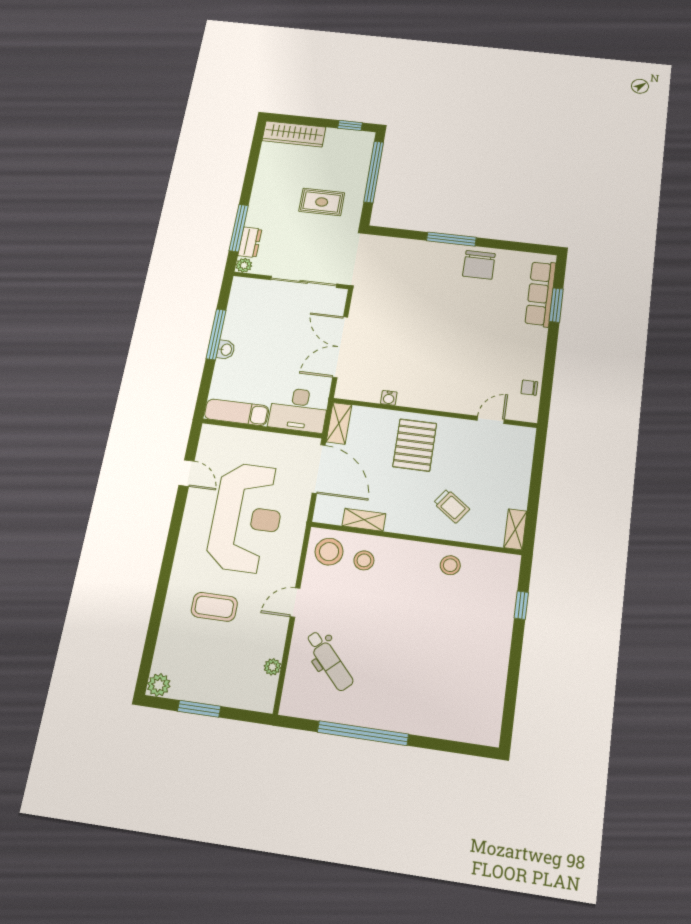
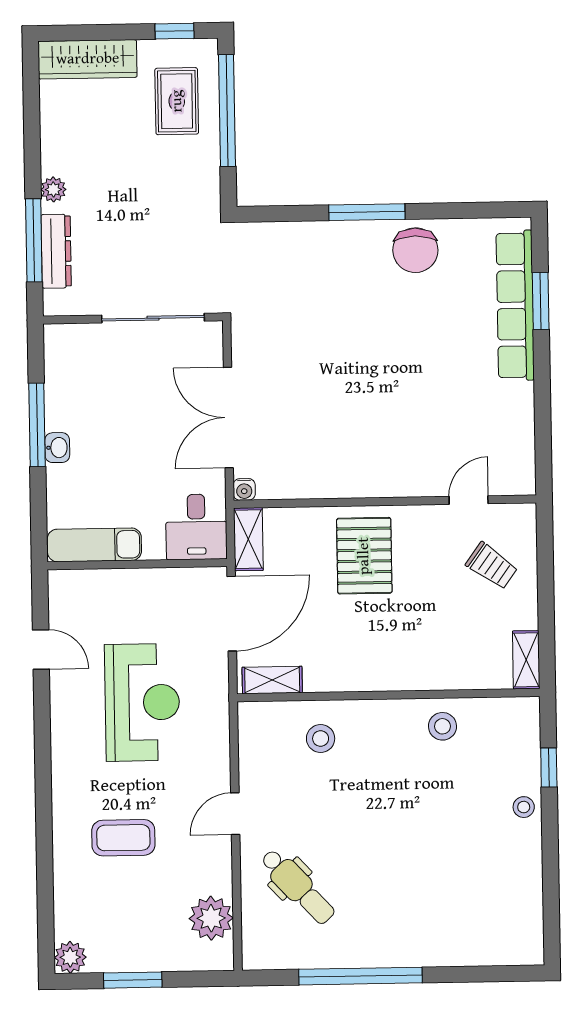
rug: (322, 202) -> (177, 101), moved, turned 90
dresser: (250, 242) -> (56, 251), width x1.44
plant: (244, 265) -> (53, 189), moved
row of seats: (541, 294) -> (515, 305), width x1.36
chair: (529, 388) -> (518, 441), removed
water cooler: (389, 398) -> (244, 489), moved
desk: (299, 410) -> (196, 527), width x0.73
door: (319, 469) -> (232, 614), hinge flipped
trolley: (451, 506) -> (492, 566), moved
reception desk: (247, 518) -> (142, 702), width x0.74, depth x0.77
shelving: (364, 520) -> (272, 680), moved
stool: (329, 552) -> (524, 807), moved, width x0.53, depth x0.53
plant: (272, 667) -> (211, 918), width x1.88, depth x1.88

